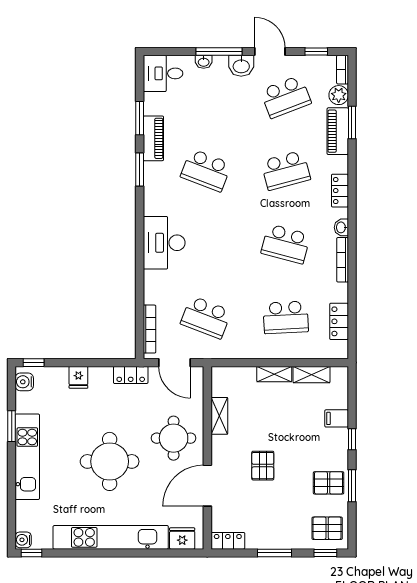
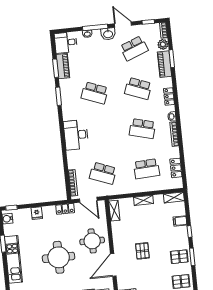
piano: (153, 138) -> (63, 66), moved
school desk: (286, 170) -> (138, 88), turned 36
shelving: (311, 375) -> (174, 197), moved
shelving: (219, 416) -> (114, 211), moved

